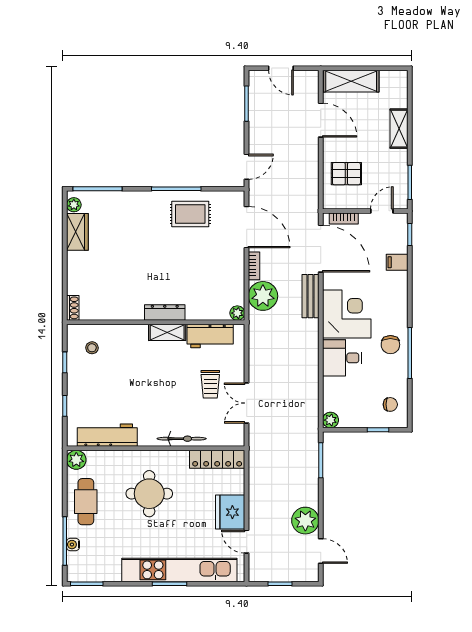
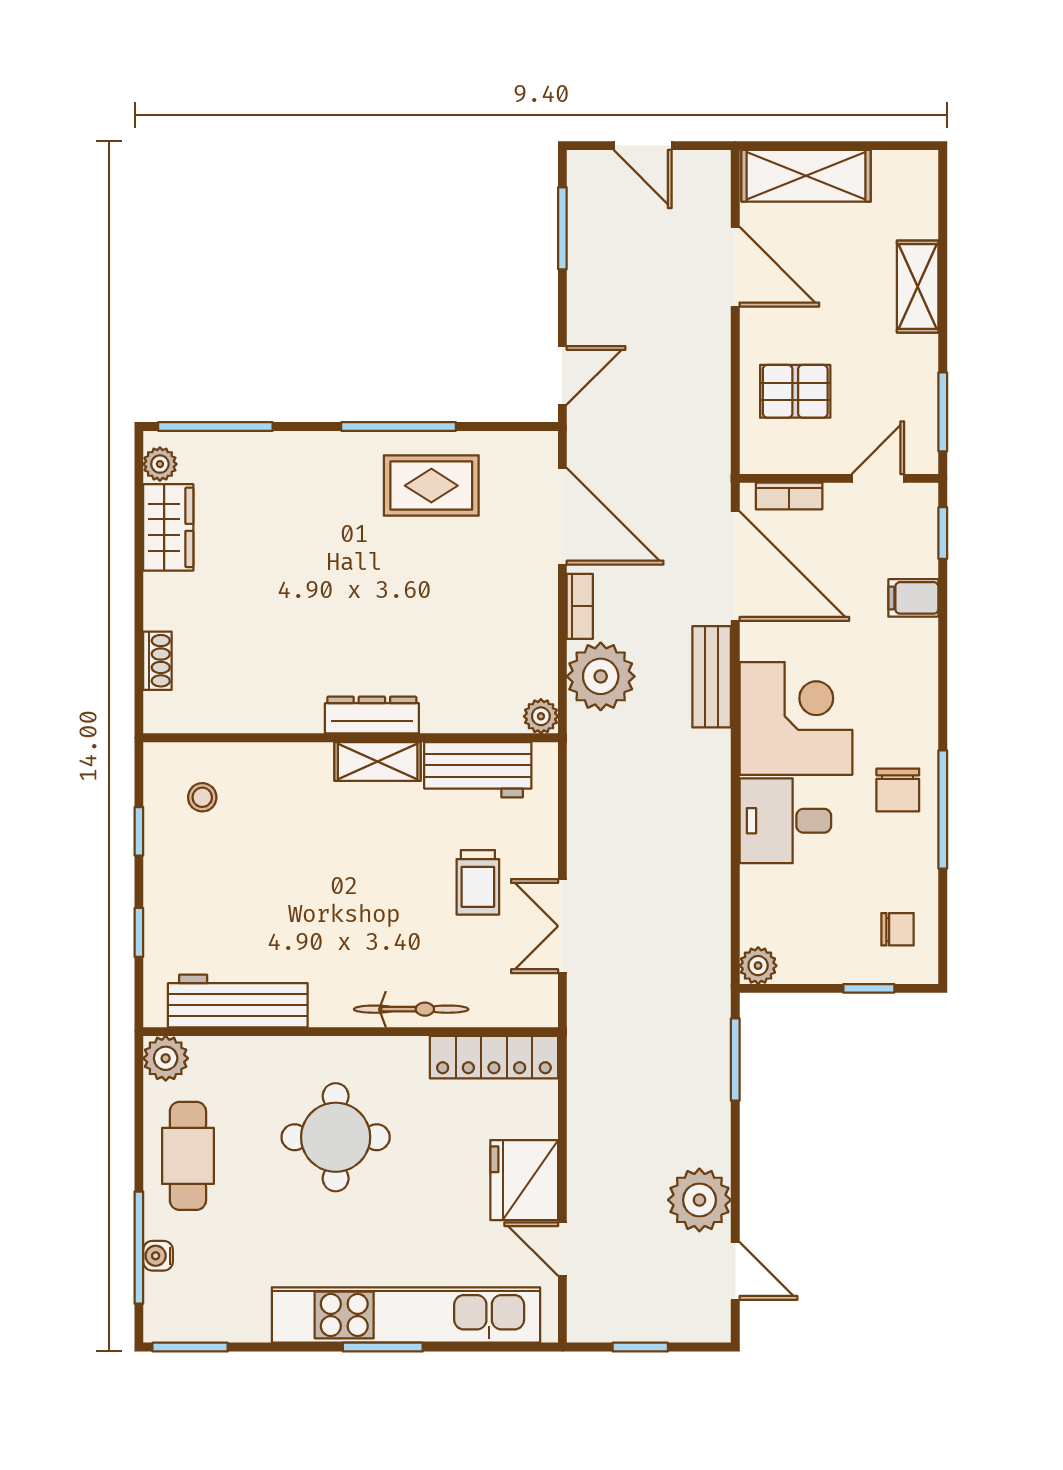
shoe rack: (73, 308) -> (157, 661), moved

